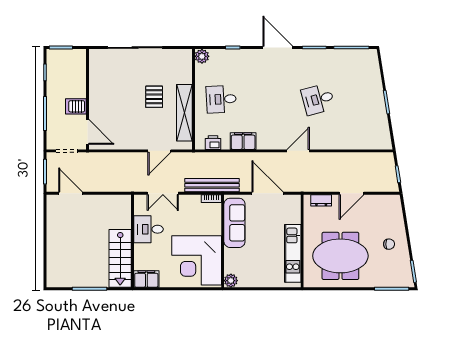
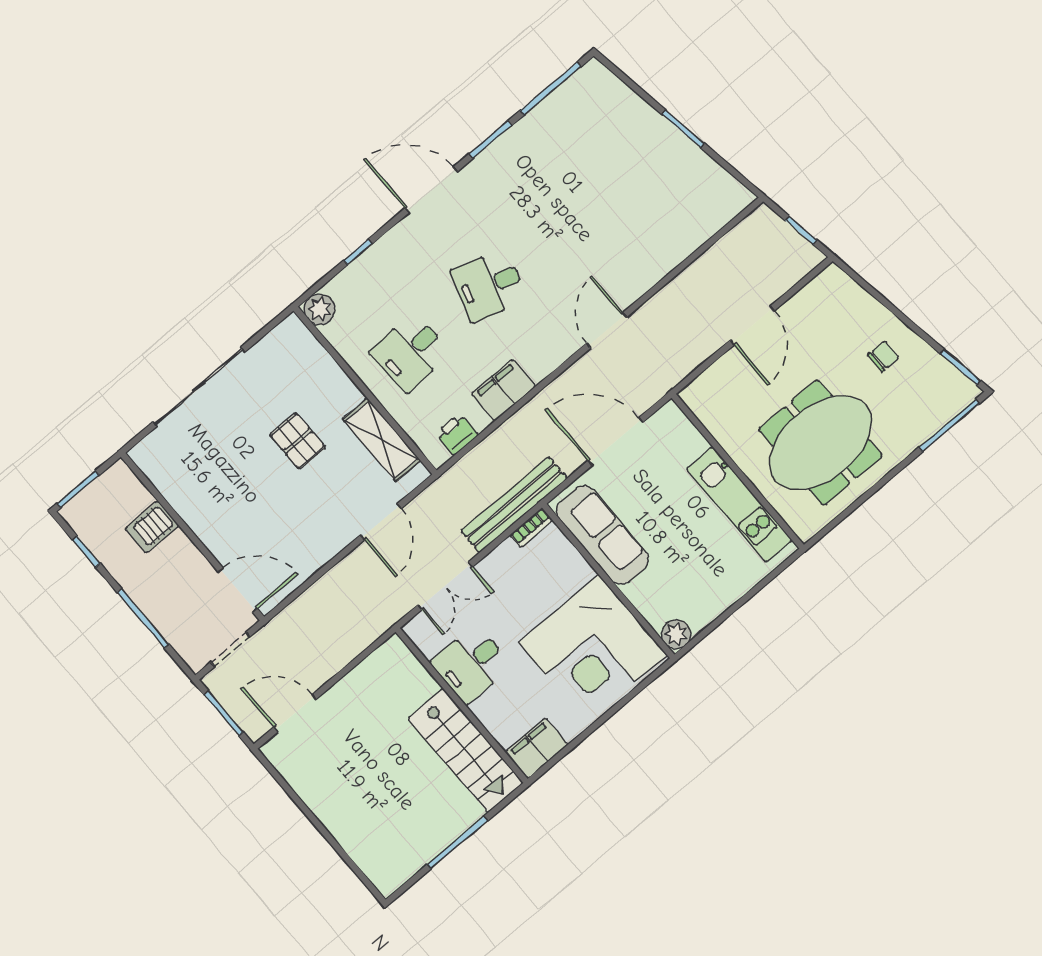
desk: (318, 99) -> (489, 285), moved, turned 33
server rack: (76, 106) -> (152, 527), moved
shelving: (184, 113) -> (382, 440), width x0.68
dresser: (321, 200) -> (713, 379), removed

